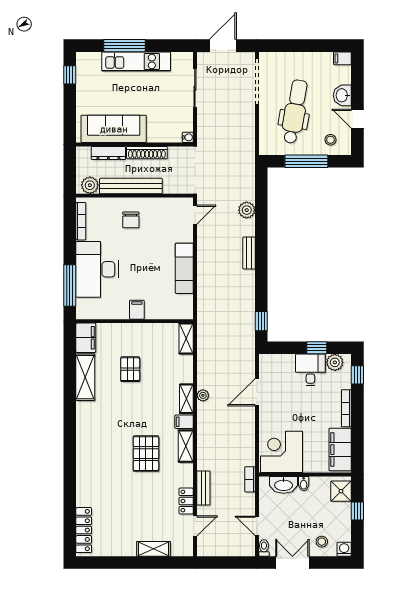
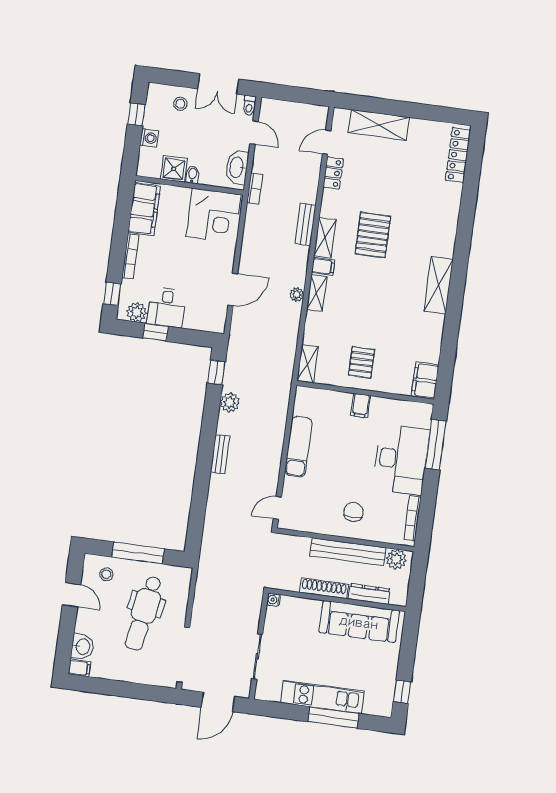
washbasin: (342, 95) -> (82, 647), moved
plant: (247, 210) -> (230, 402), moved
pallet: (130, 369) -> (362, 362), moved
shelving: (85, 377) -> (439, 285), moved
washbasin: (284, 485) -> (237, 167), moved, turned -90
bench: (203, 488) -> (306, 224), moved
shower: (341, 491) -> (174, 169), moved
window: (357, 511) -> (136, 114), moved
shelving: (153, 549) -> (379, 125), width x1.50, depth x1.33
washing machine: (344, 549) -> (149, 138), moved, turned -90

